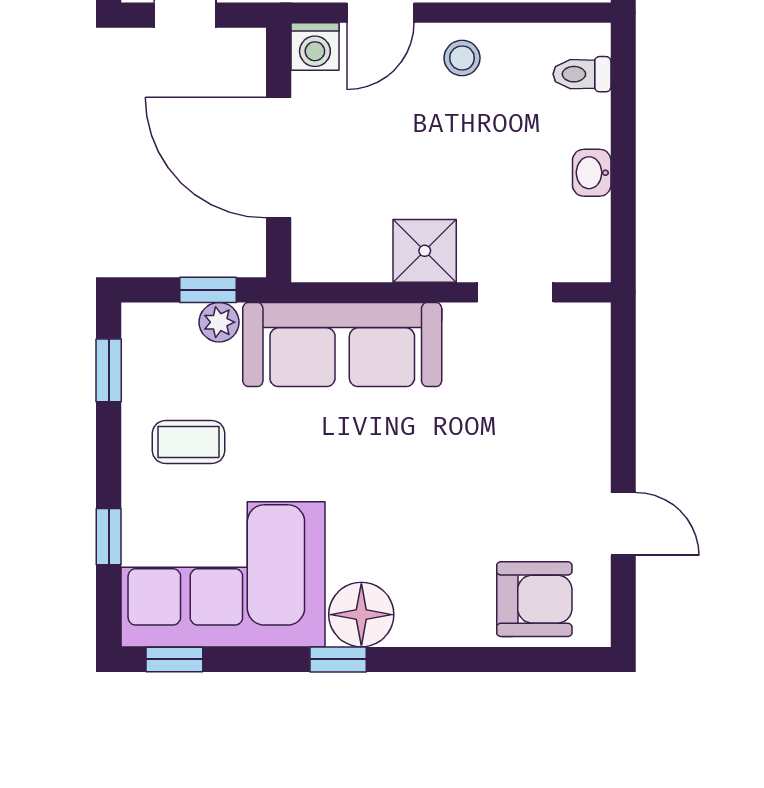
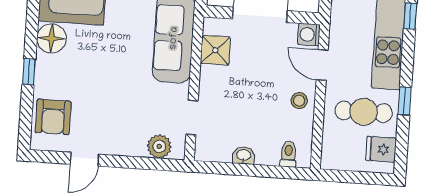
shower: (425, 251) -> (215, 50), moved
plant: (584, 361) -> (159, 146), added
window: (338, 659) -> (29, 72), moved

